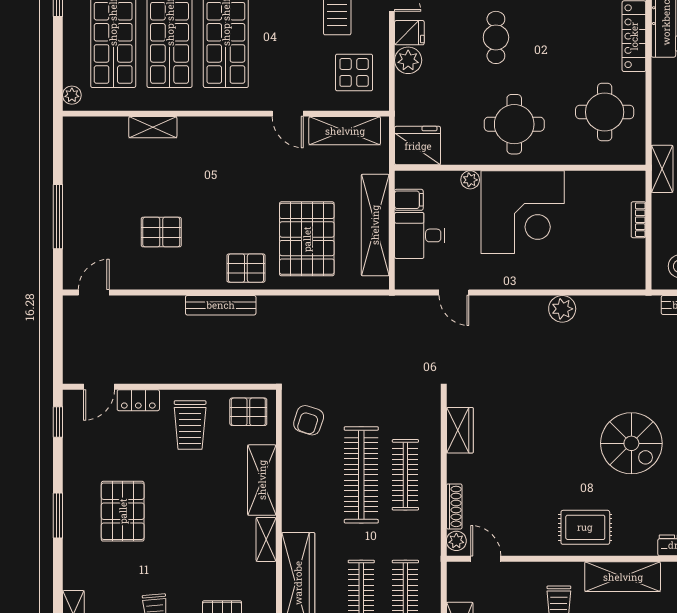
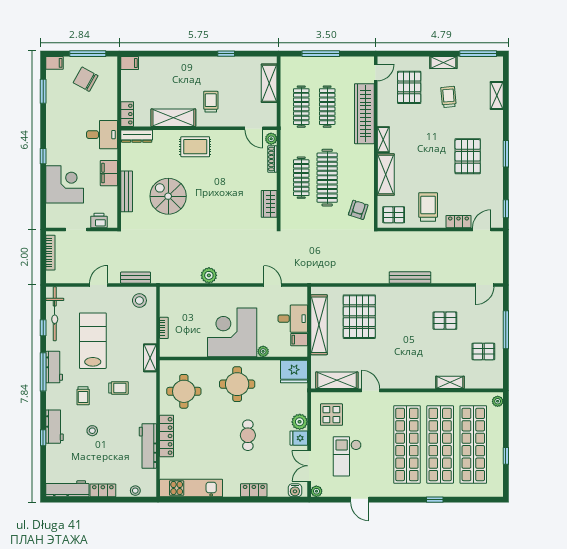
pallet: (246, 268) -> (483, 351), moved

